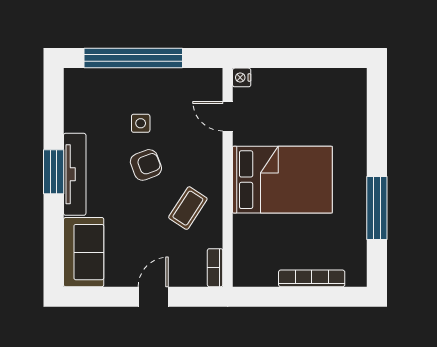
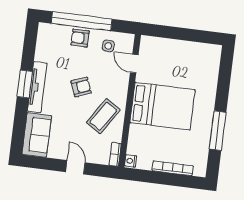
nightstand: (242, 77) -> (131, 161), moved
armchair: (134, 85) -> (80, 38), added
side table: (141, 123) -> (108, 46), moved
coffee table: (188, 208) -> (103, 116), width x1.36, depth x1.30
door: (153, 297) -> (75, 167), hinge flipped

